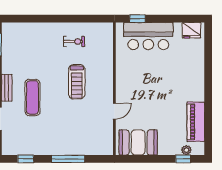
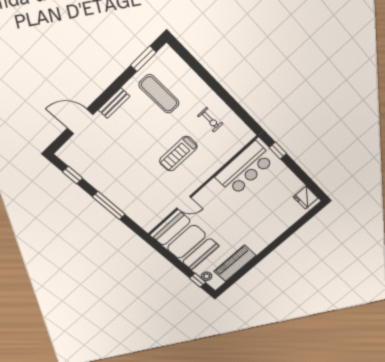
bar counter: (148, 36) -> (245, 169), moved, turned -90
exercise mat: (32, 97) -> (159, 94), moved, turned 90
booth: (138, 142) -> (186, 242), width x1.36, depth x1.42

